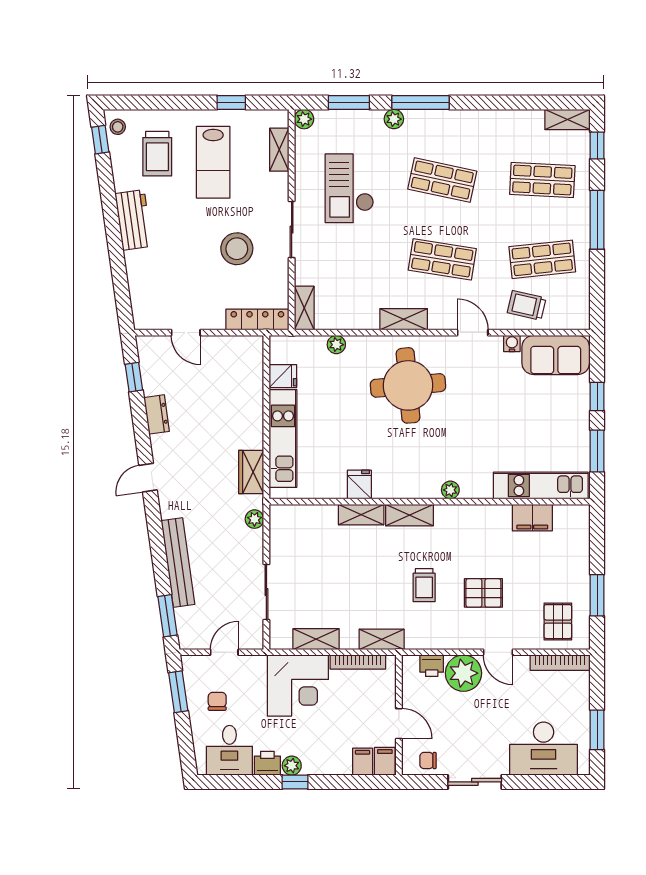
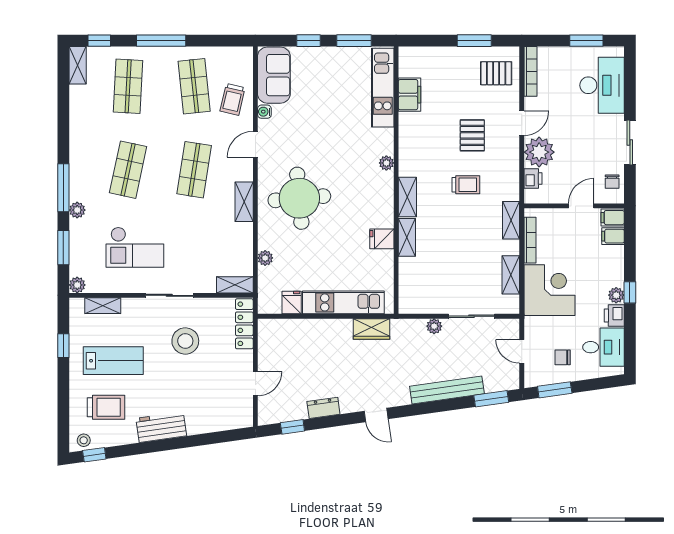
plant: (254, 519) -> (434, 326), moved

